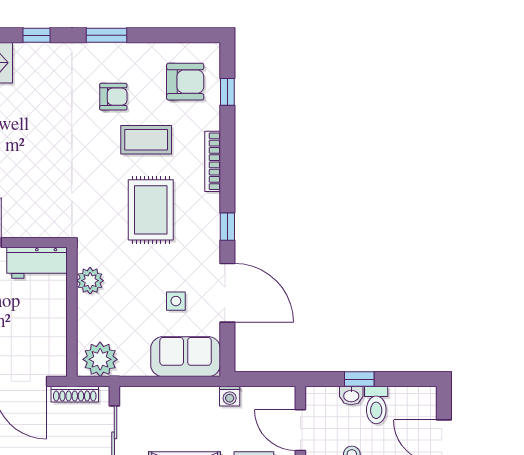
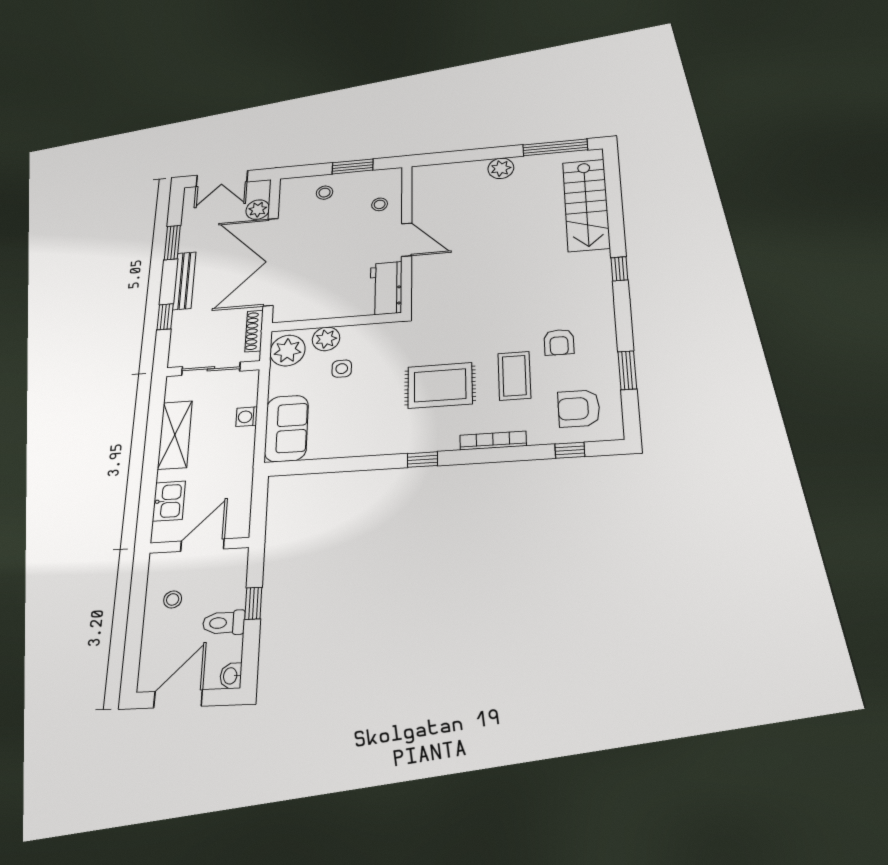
window: (107, 35) -> (627, 370), moved
armchair: (185, 82) -> (579, 408), turned 90
plant: (90, 281) -> (326, 339), moved
door: (227, 293) -> (352, 464), removed
side table: (176, 301) -> (342, 369), moved
washbasin: (351, 395) -> (231, 676), moved
washing machine: (230, 396) -> (247, 417), moved

